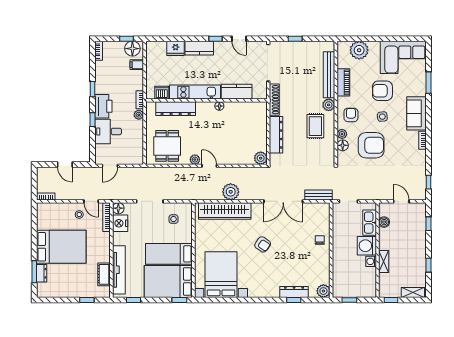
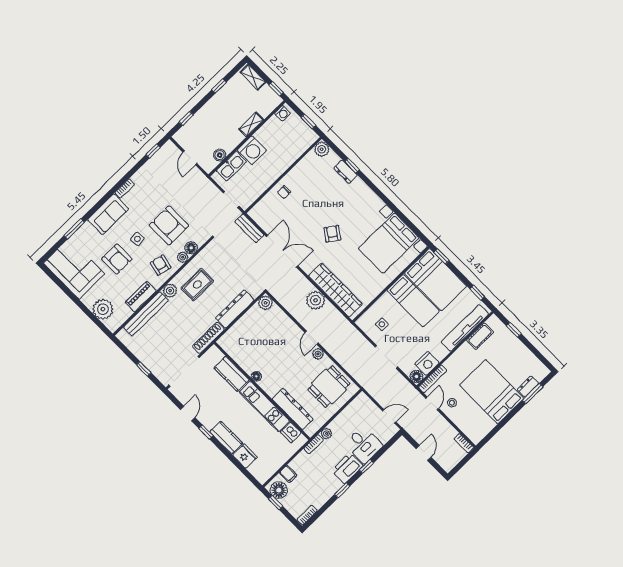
armchair: (351, 115) -> (161, 265), turned 103
washing machine: (371, 261) -> (283, 113), moved
dresser: (294, 292) -> (346, 172), width x0.70

